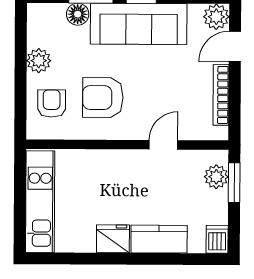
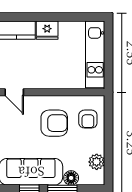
plant: (39, 61) -> (97, 162), moved
door: (163, 145) -> (14, 92), hinge flipped

